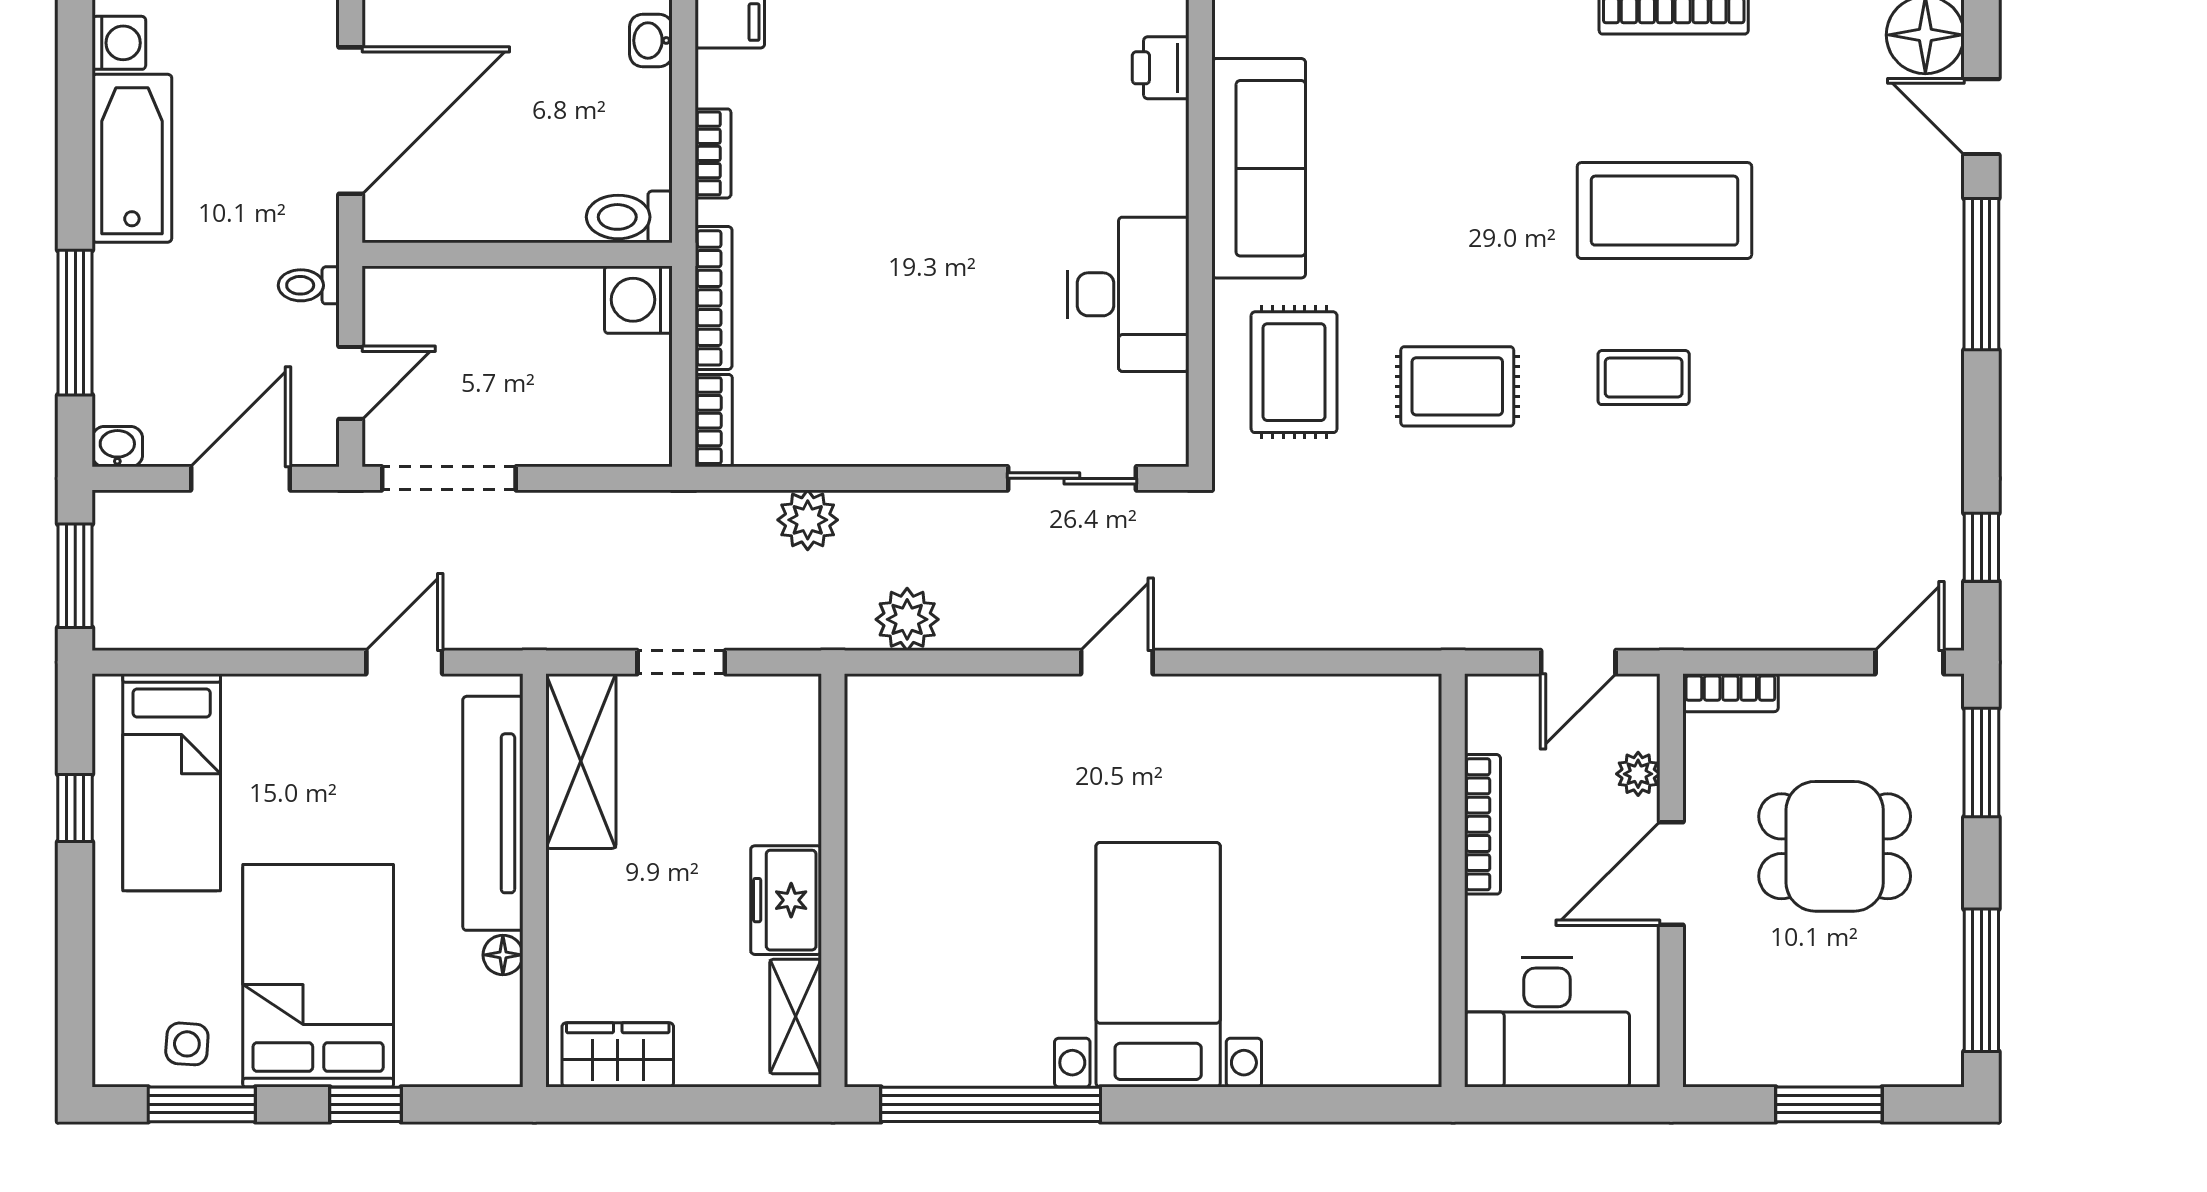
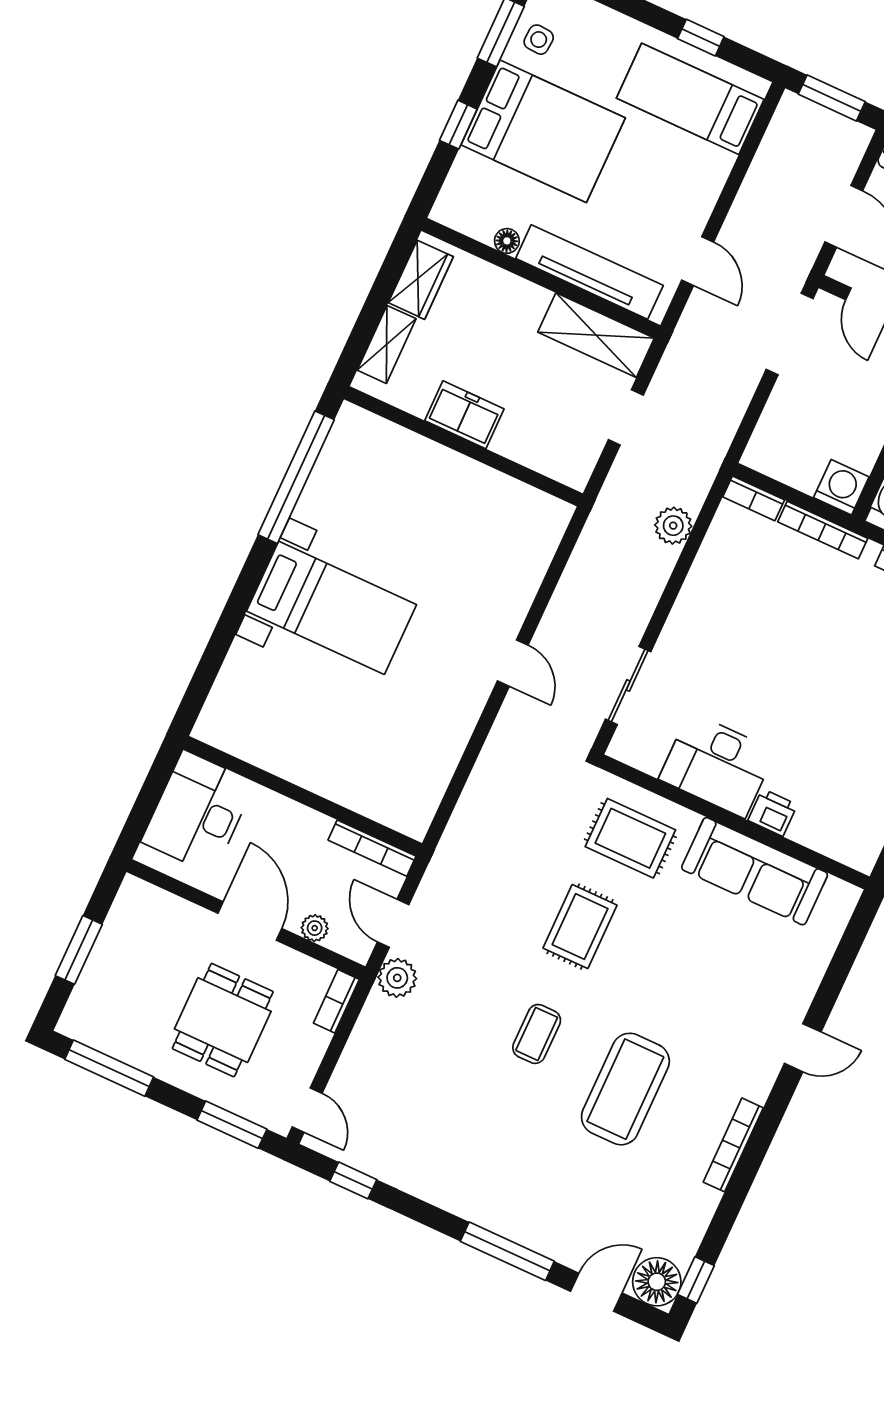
printer: (1161, 68) -> (773, 813), moved
plant: (907, 619) -> (397, 978), moved
bookcase: (1482, 824) -> (372, 848), moved
shelving: (796, 1017) -> (387, 344), moved, turned 90

